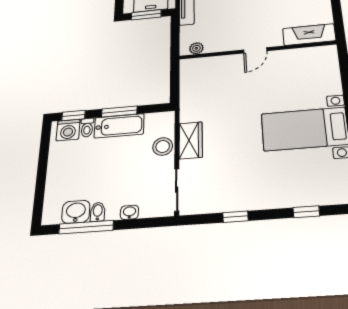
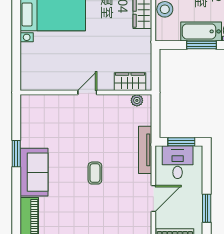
fireplace: (309, 35) -> (42, 103), removed
wardrobe: (205, 66) -> (130, 82), added

